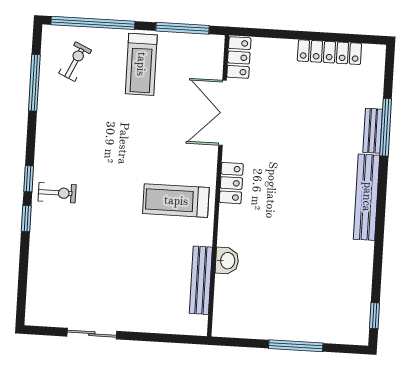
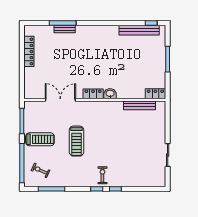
locker: (239, 58) -> (155, 94), moved
double door: (222, 113) -> (60, 100), swing flipped
bench: (367, 197) -> (139, 30), moved
treadmill: (176, 201) -> (76, 141), moved
washbasin: (227, 261) -> (110, 94), moved

